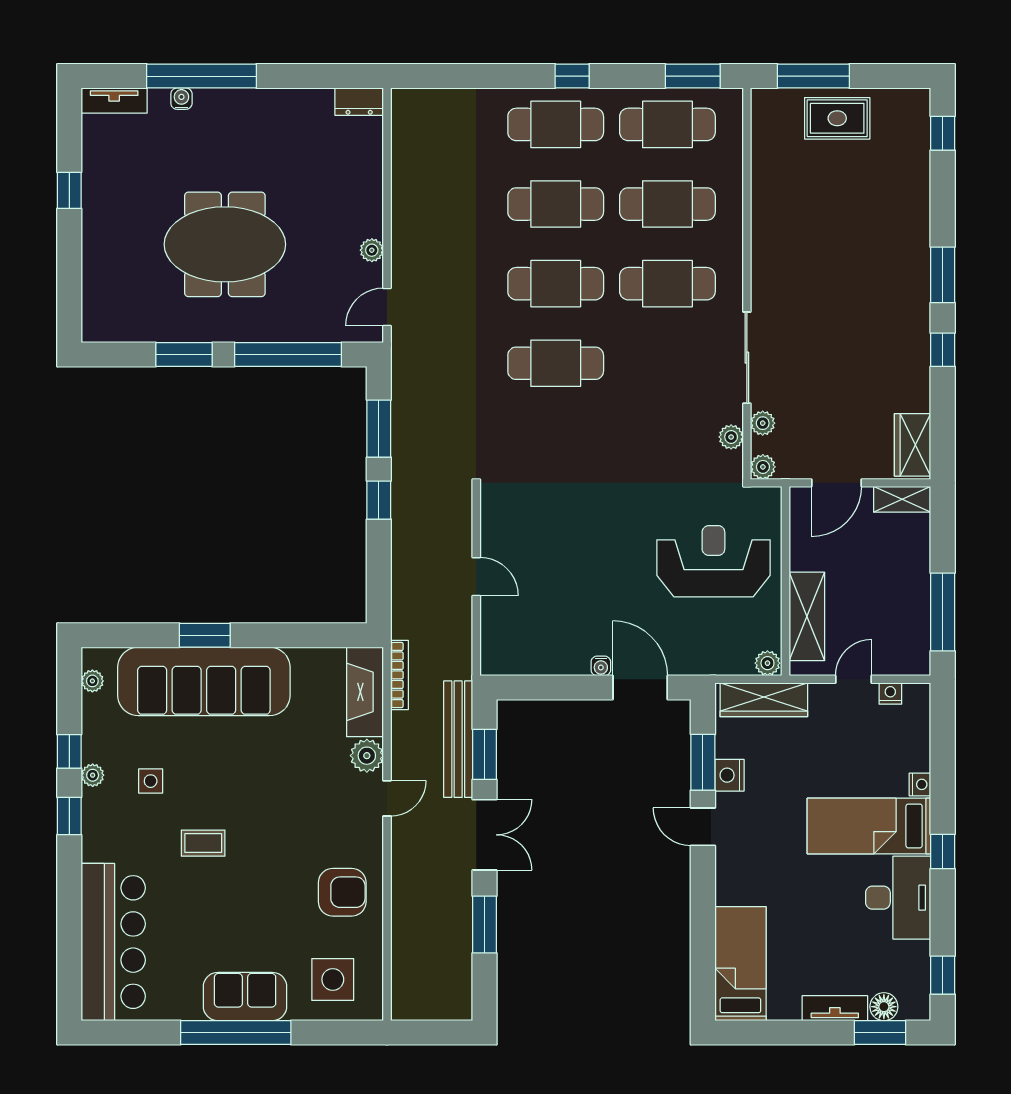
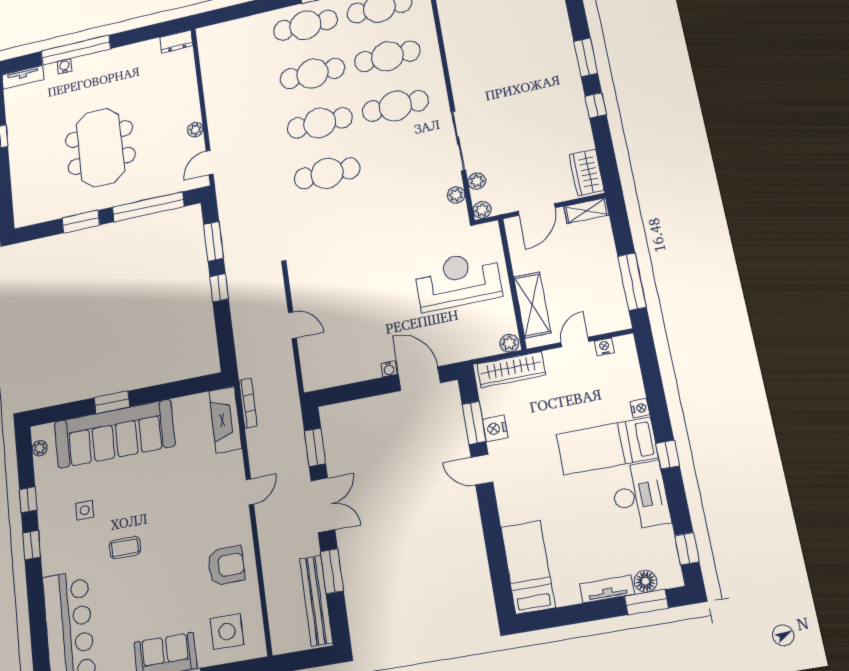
meeting table: (225, 244) -> (100, 147), turned 90
bench: (458, 739) -> (316, 601), moved
plant: (367, 756) -> (232, 464), removed
plant: (93, 775) -> (45, 513), removed

